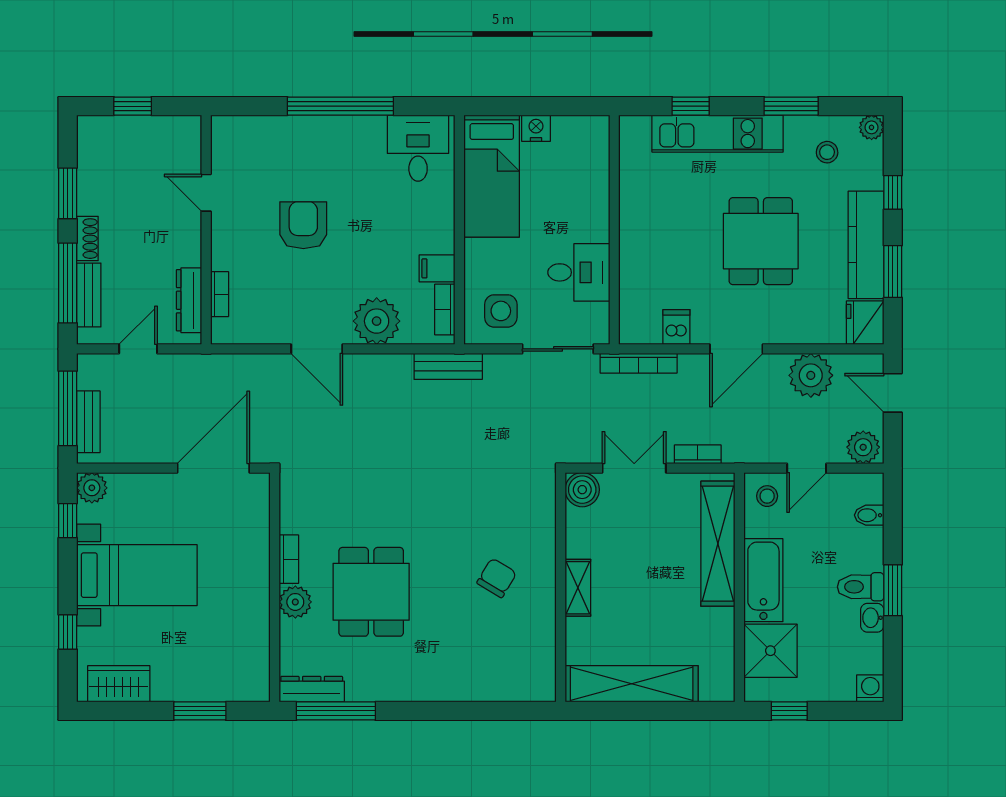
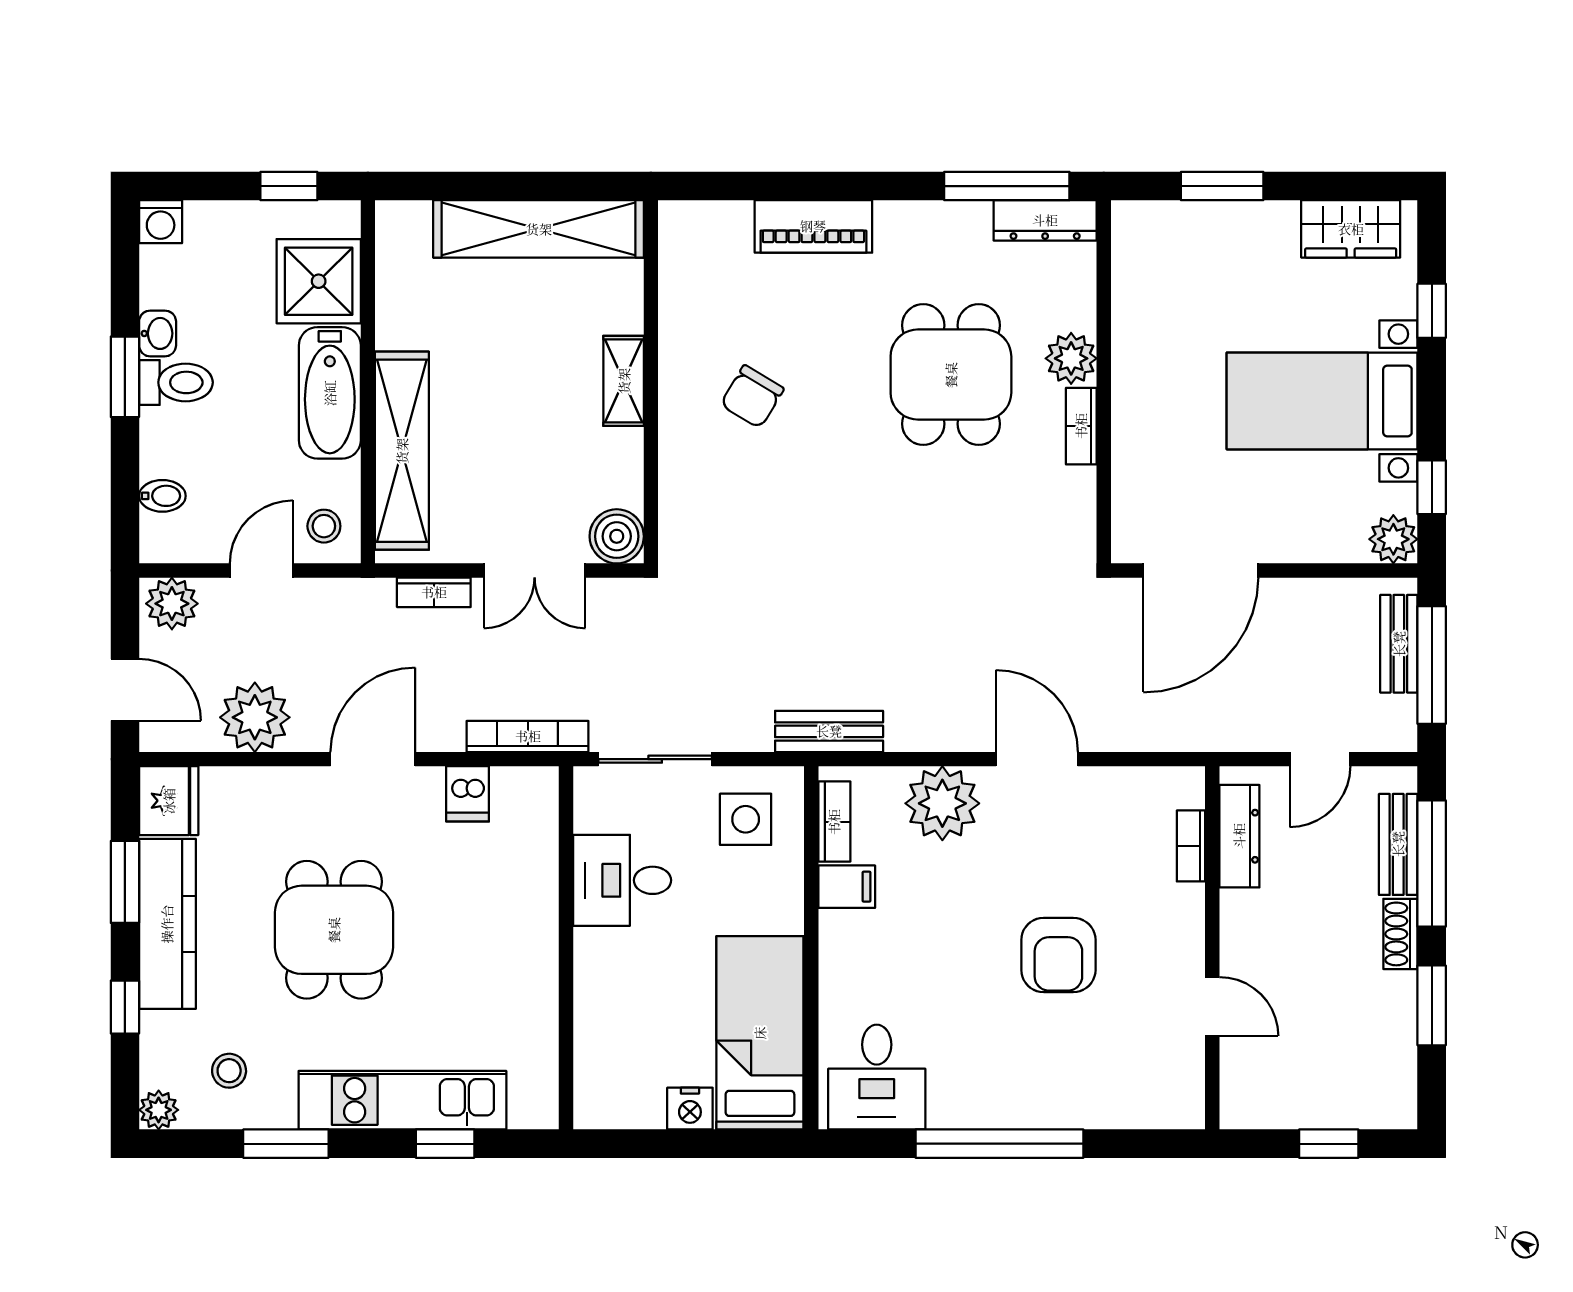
piano: (458, 685) -> (813, 226), added

